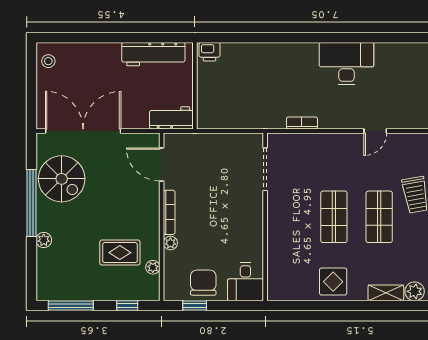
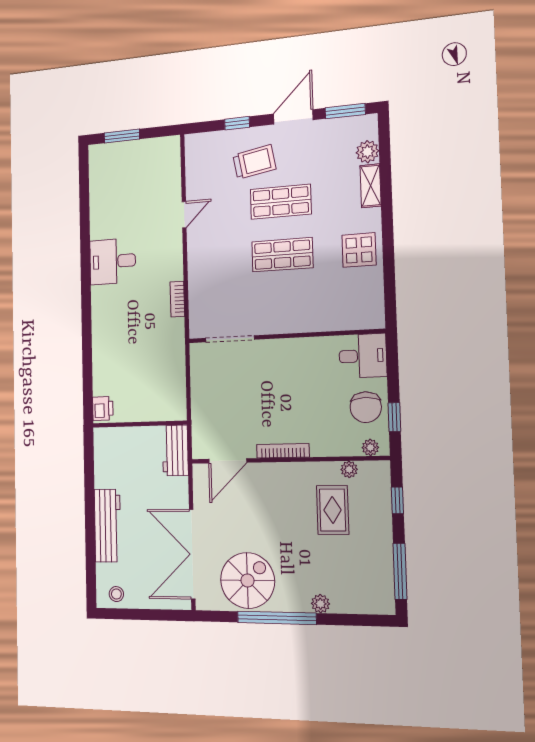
workbench: (153, 54) -> (108, 526), moved
desk: (347, 64) -> (113, 261), width x0.73
door: (375, 131) -> (184, 215), hinge flipped
plant: (170, 243) -> (370, 447), moved
chair: (203, 283) -> (366, 407), turned -90

